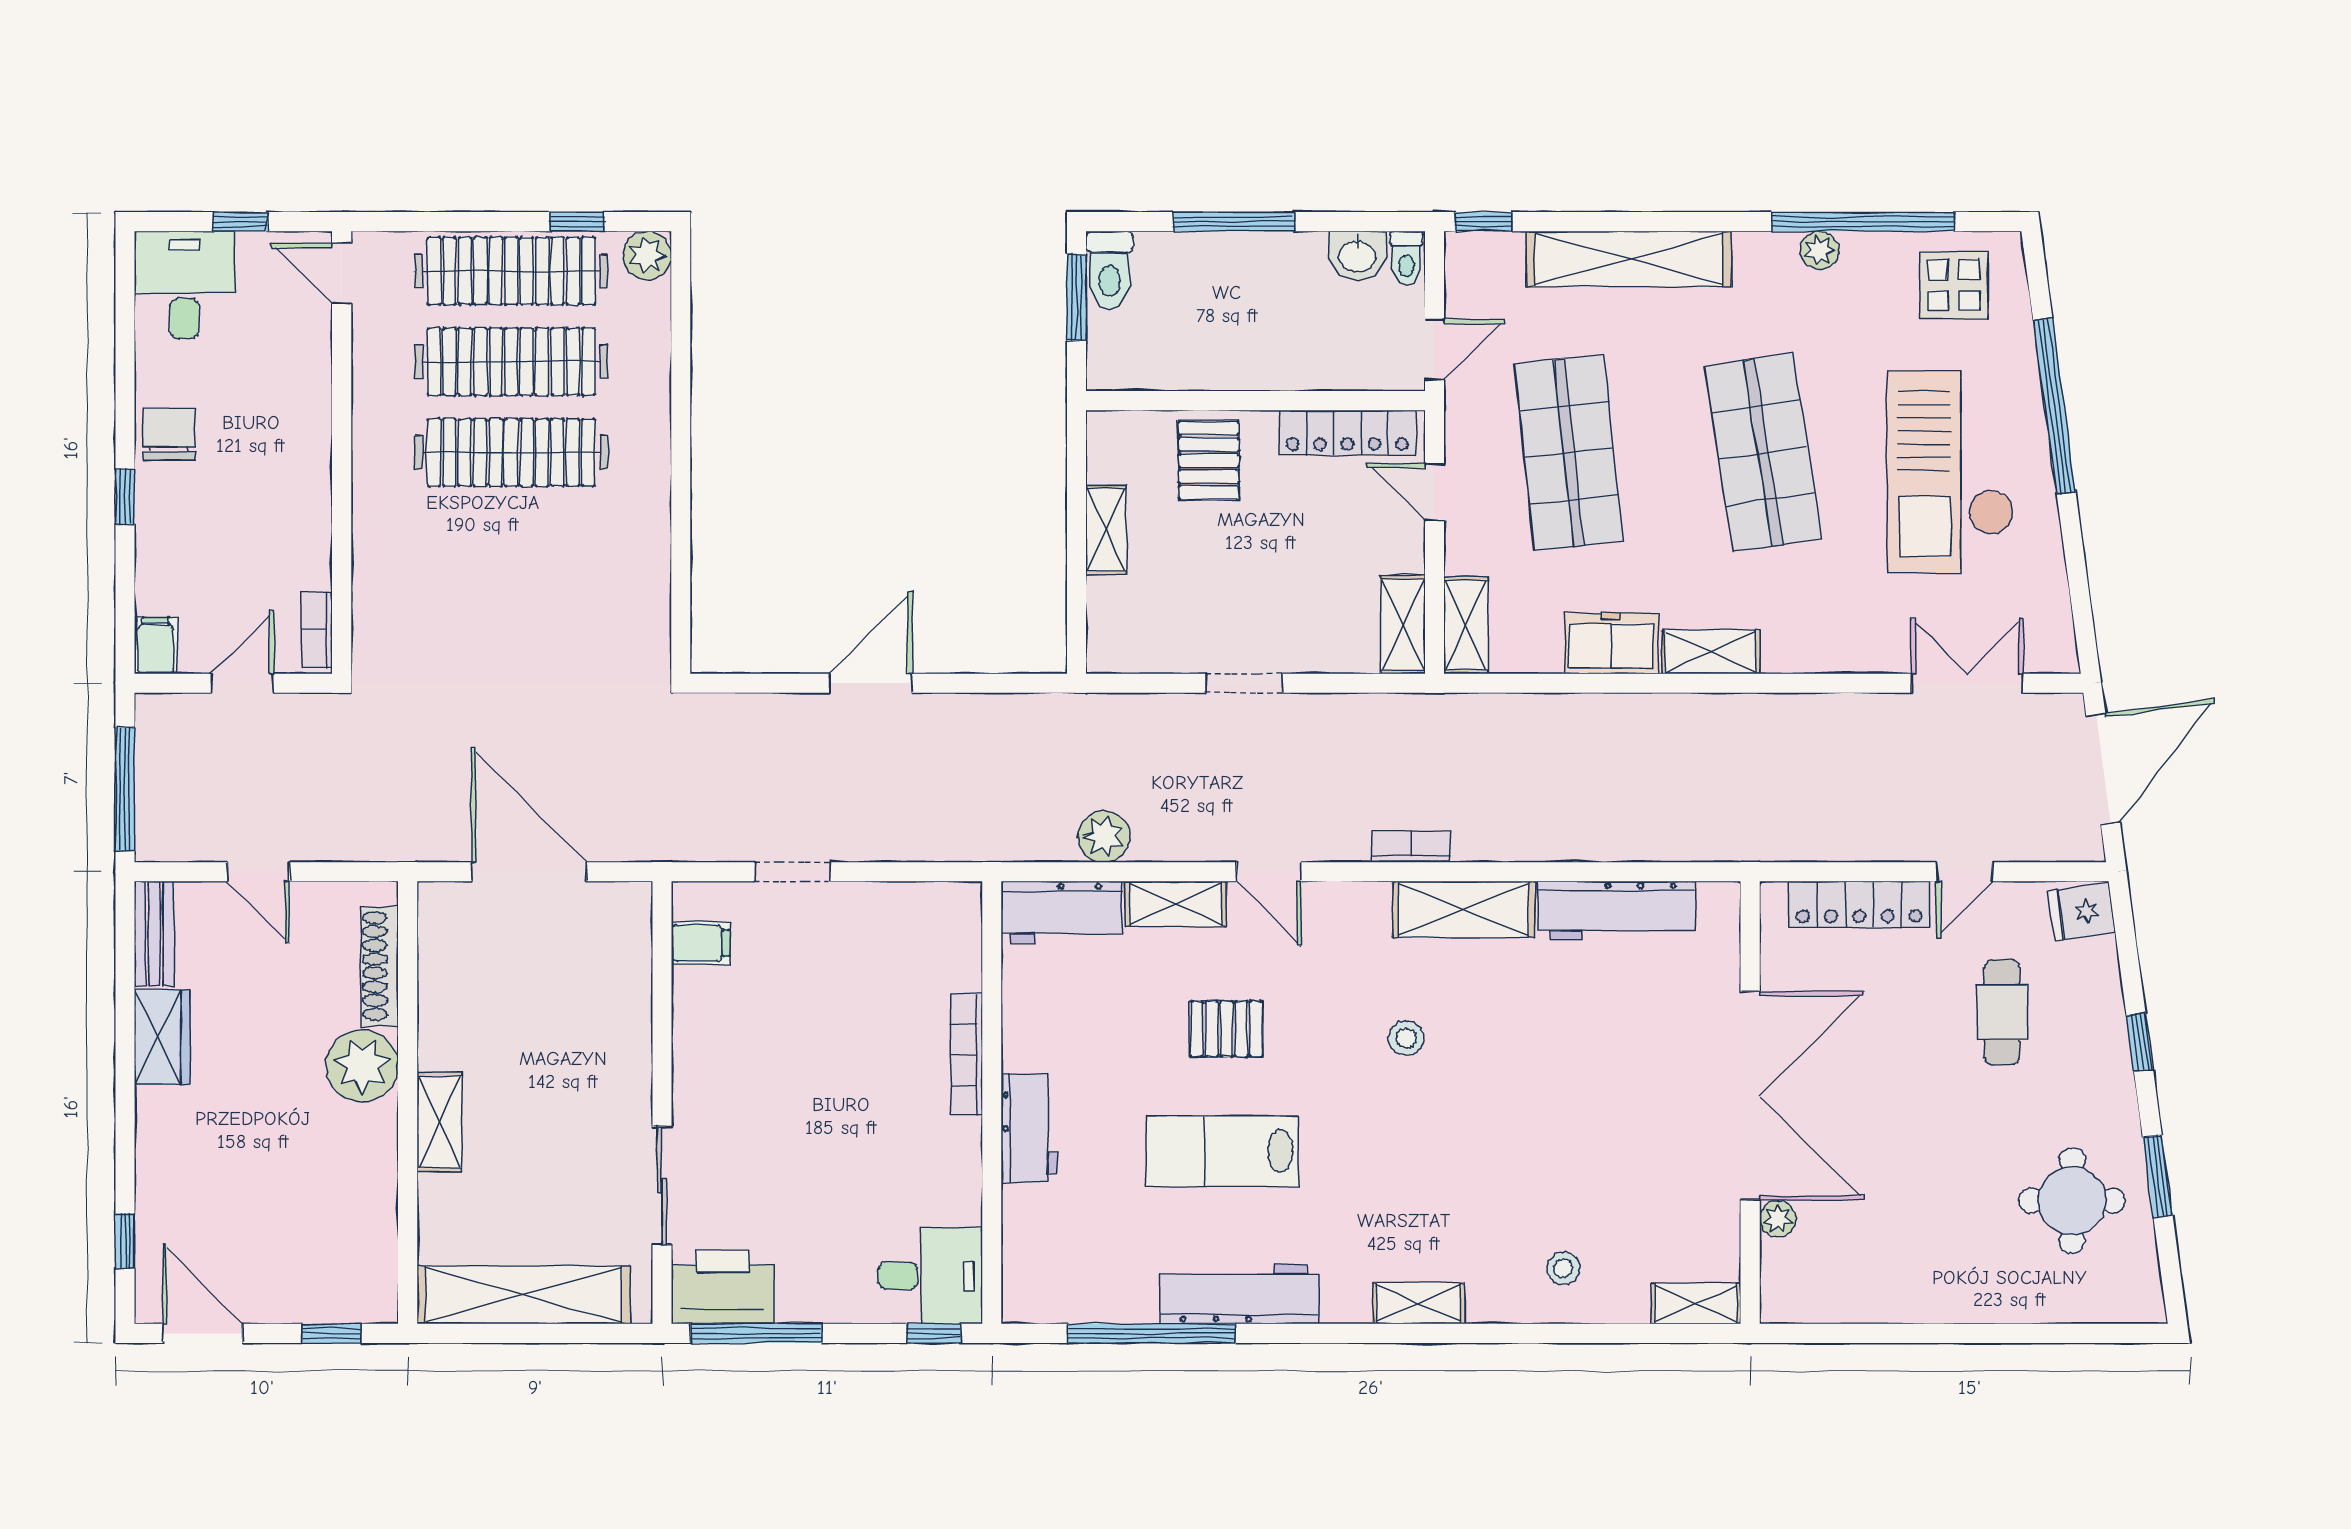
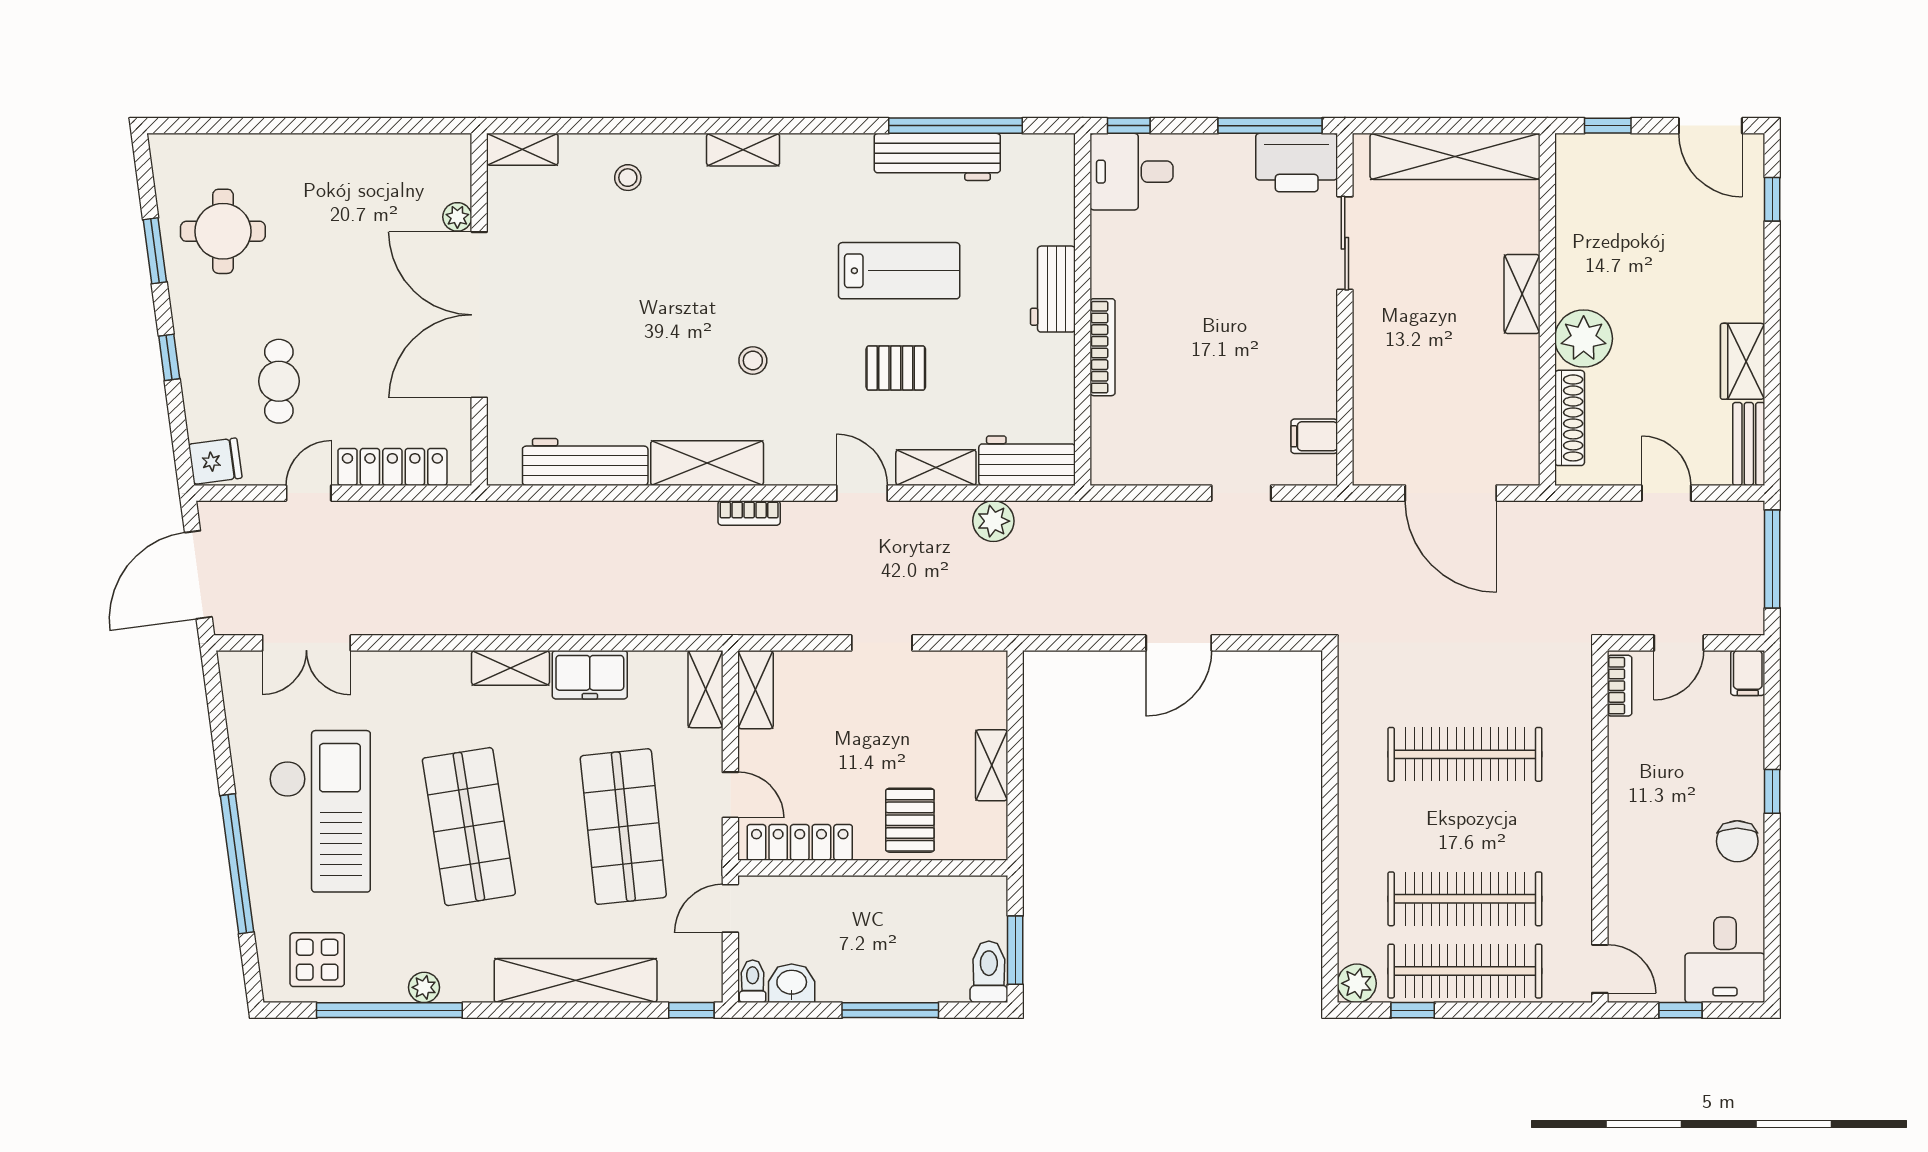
clothes rail: (511, 452) -> (1465, 754), moved
workbench: (1240, 1294) -> (937, 157), moved

